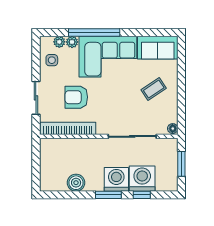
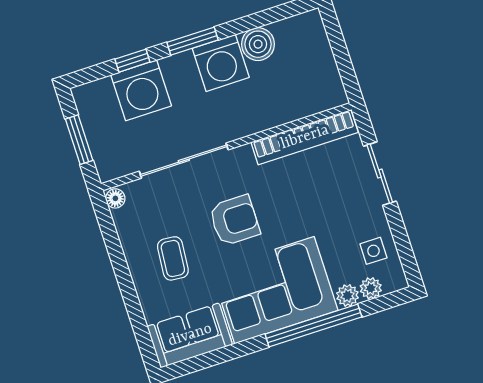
coffee table: (154, 89) -> (173, 258), turned -51
armchair: (76, 97) -> (235, 220), moved
washing machine: (116, 179) -> (221, 63), moved

